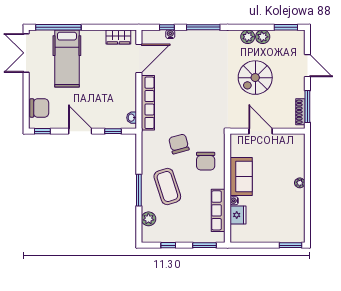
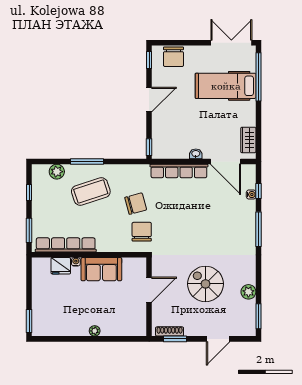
plant: (248, 37) -> (248, 276), removed
window: (307, 107) -> (175, 339), width x0.69
washbasin: (132, 118) -> (196, 154), moved
window: (113, 131) -> (149, 147), moved
chair: (206, 161) -> (142, 232), moved, turned 90
row of seats: (218, 210) -> (66, 245), width x1.36

